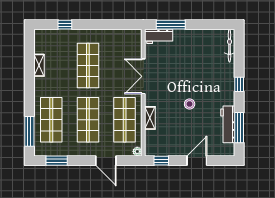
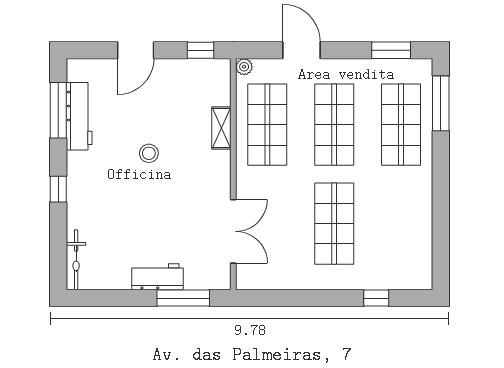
workbench: (159, 36) -> (157, 277), moved
shelving: (39, 65) -> (423, 224), removed
double door: (143, 76) -> (233, 231), moved

